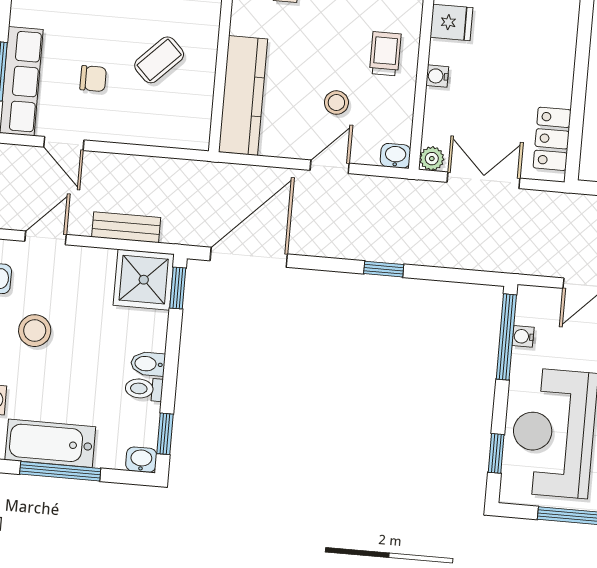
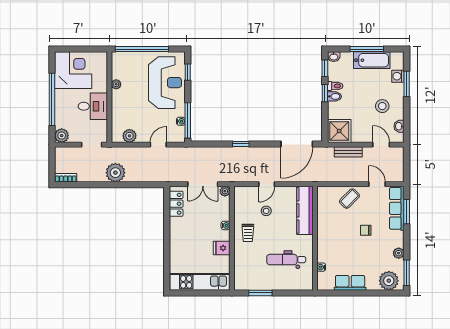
coffee table: (159, 60) -> (349, 199), moved
chair: (93, 79) -> (366, 230), moved
washbasin: (395, 156) -> (240, 191), removed
door: (46, 238) -> (381, 145), swing flipped
window: (178, 288) -> (325, 93), moved

